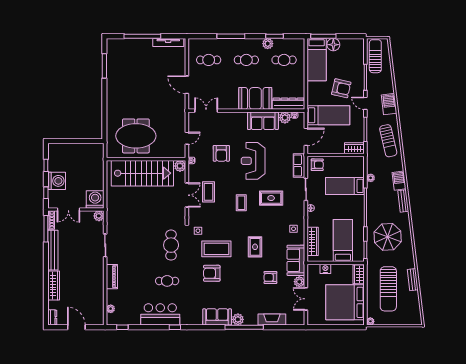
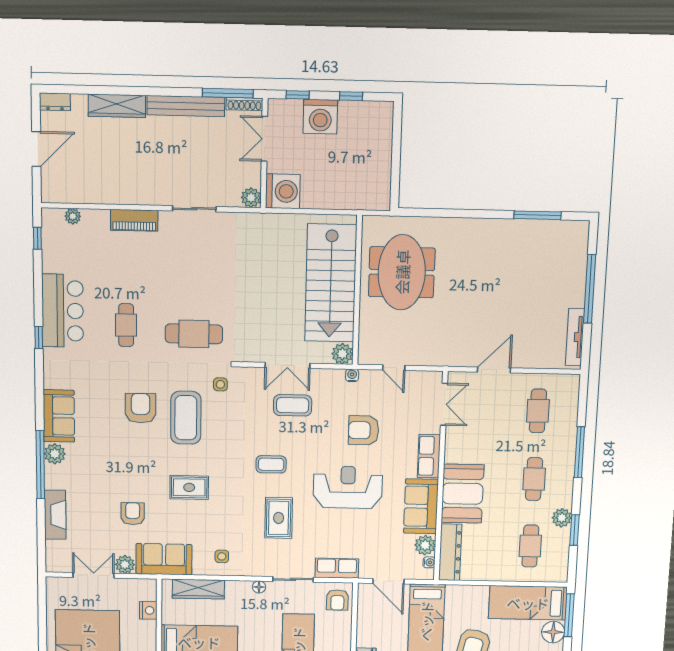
row of seats: (235, 118) -> (429, 456), added

